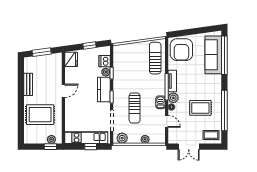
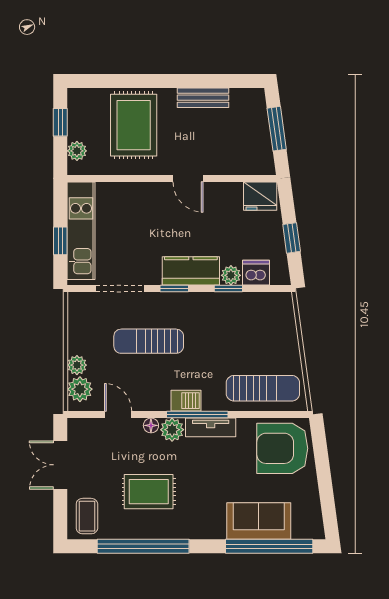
sofa: (213, 55) -> (259, 521), width x0.73
barbecue: (161, 102) -> (186, 401), moved
rug: (200, 108) -> (149, 492), turned 90
door: (167, 121) -> (118, 415), swing flipped
plant: (122, 138) -> (80, 389), moved
window: (50, 147) -> (60, 122), moved

